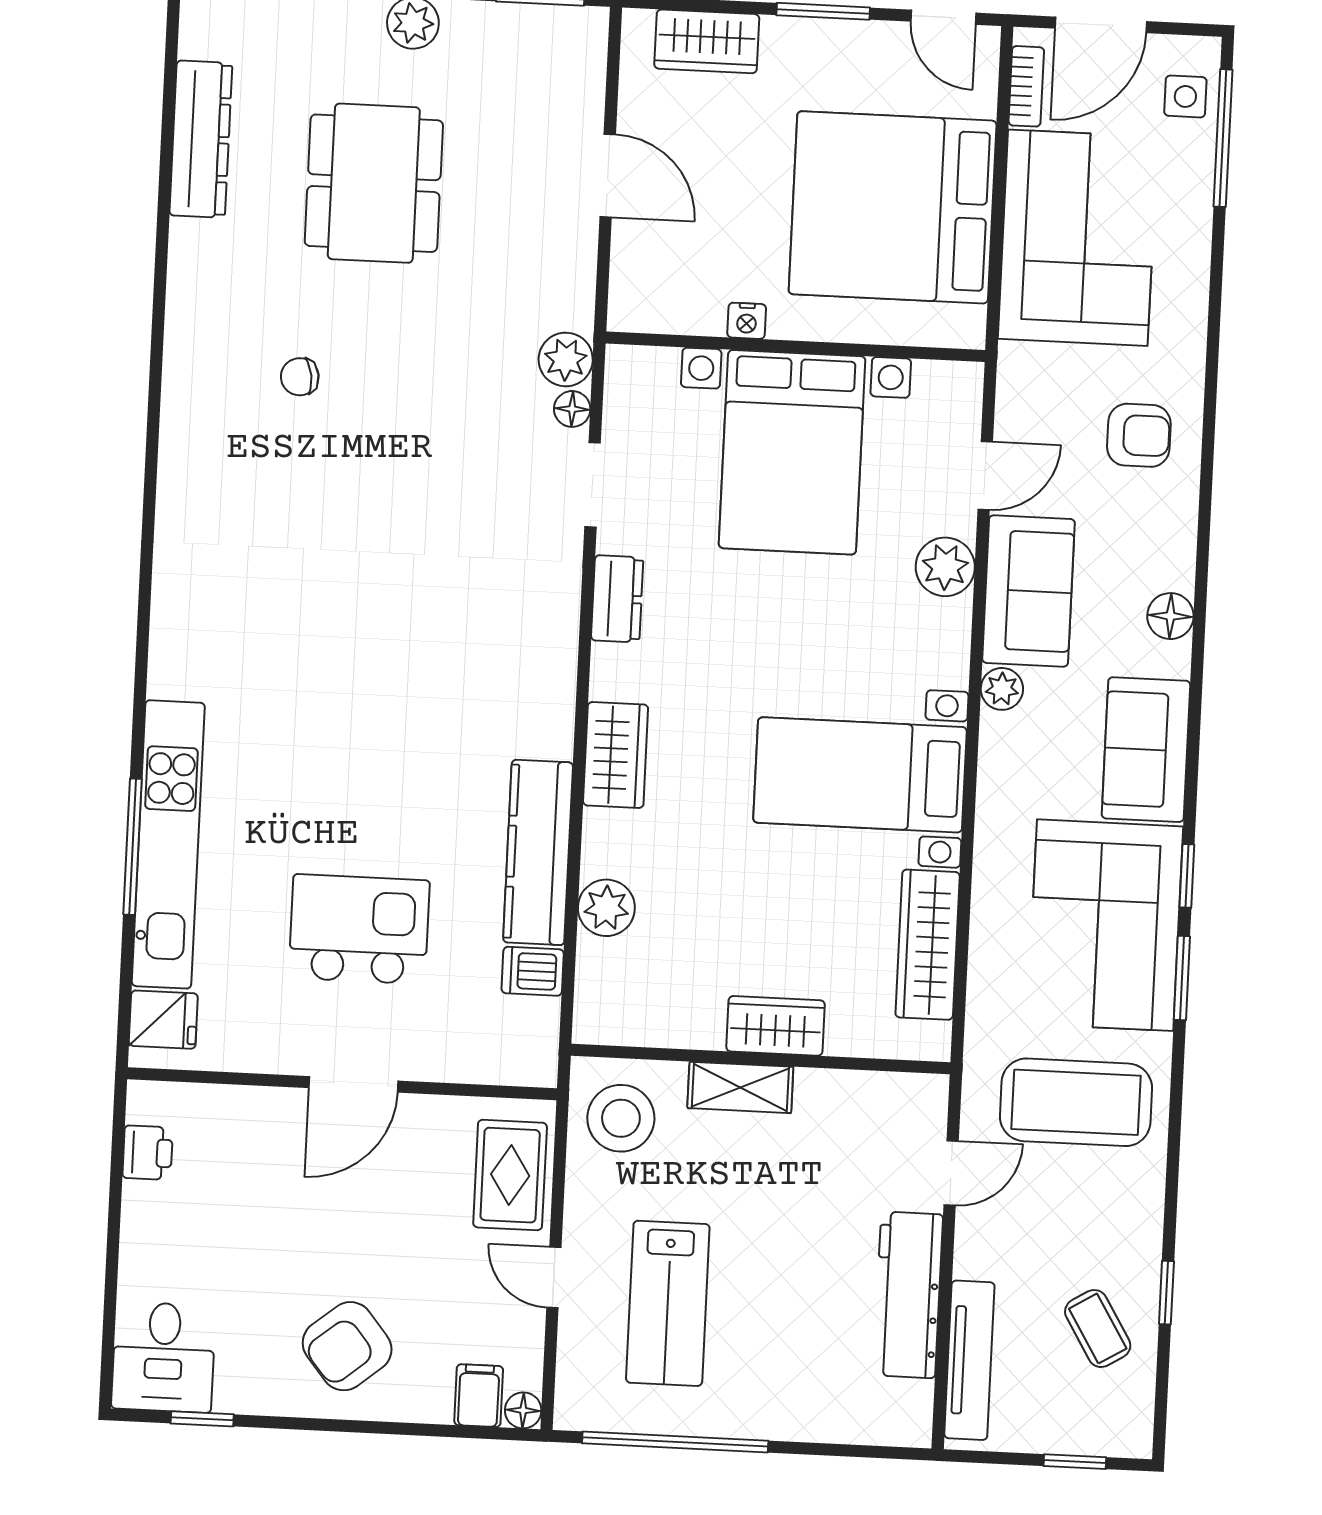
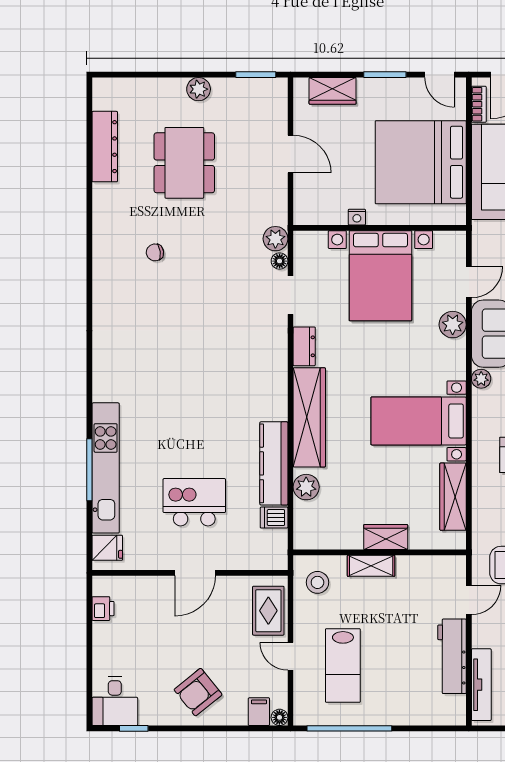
wardrobe: (616, 755) -> (309, 417), width x2.10, depth x1.17
stool: (621, 1118) -> (317, 582), width x0.73, depth x0.73

